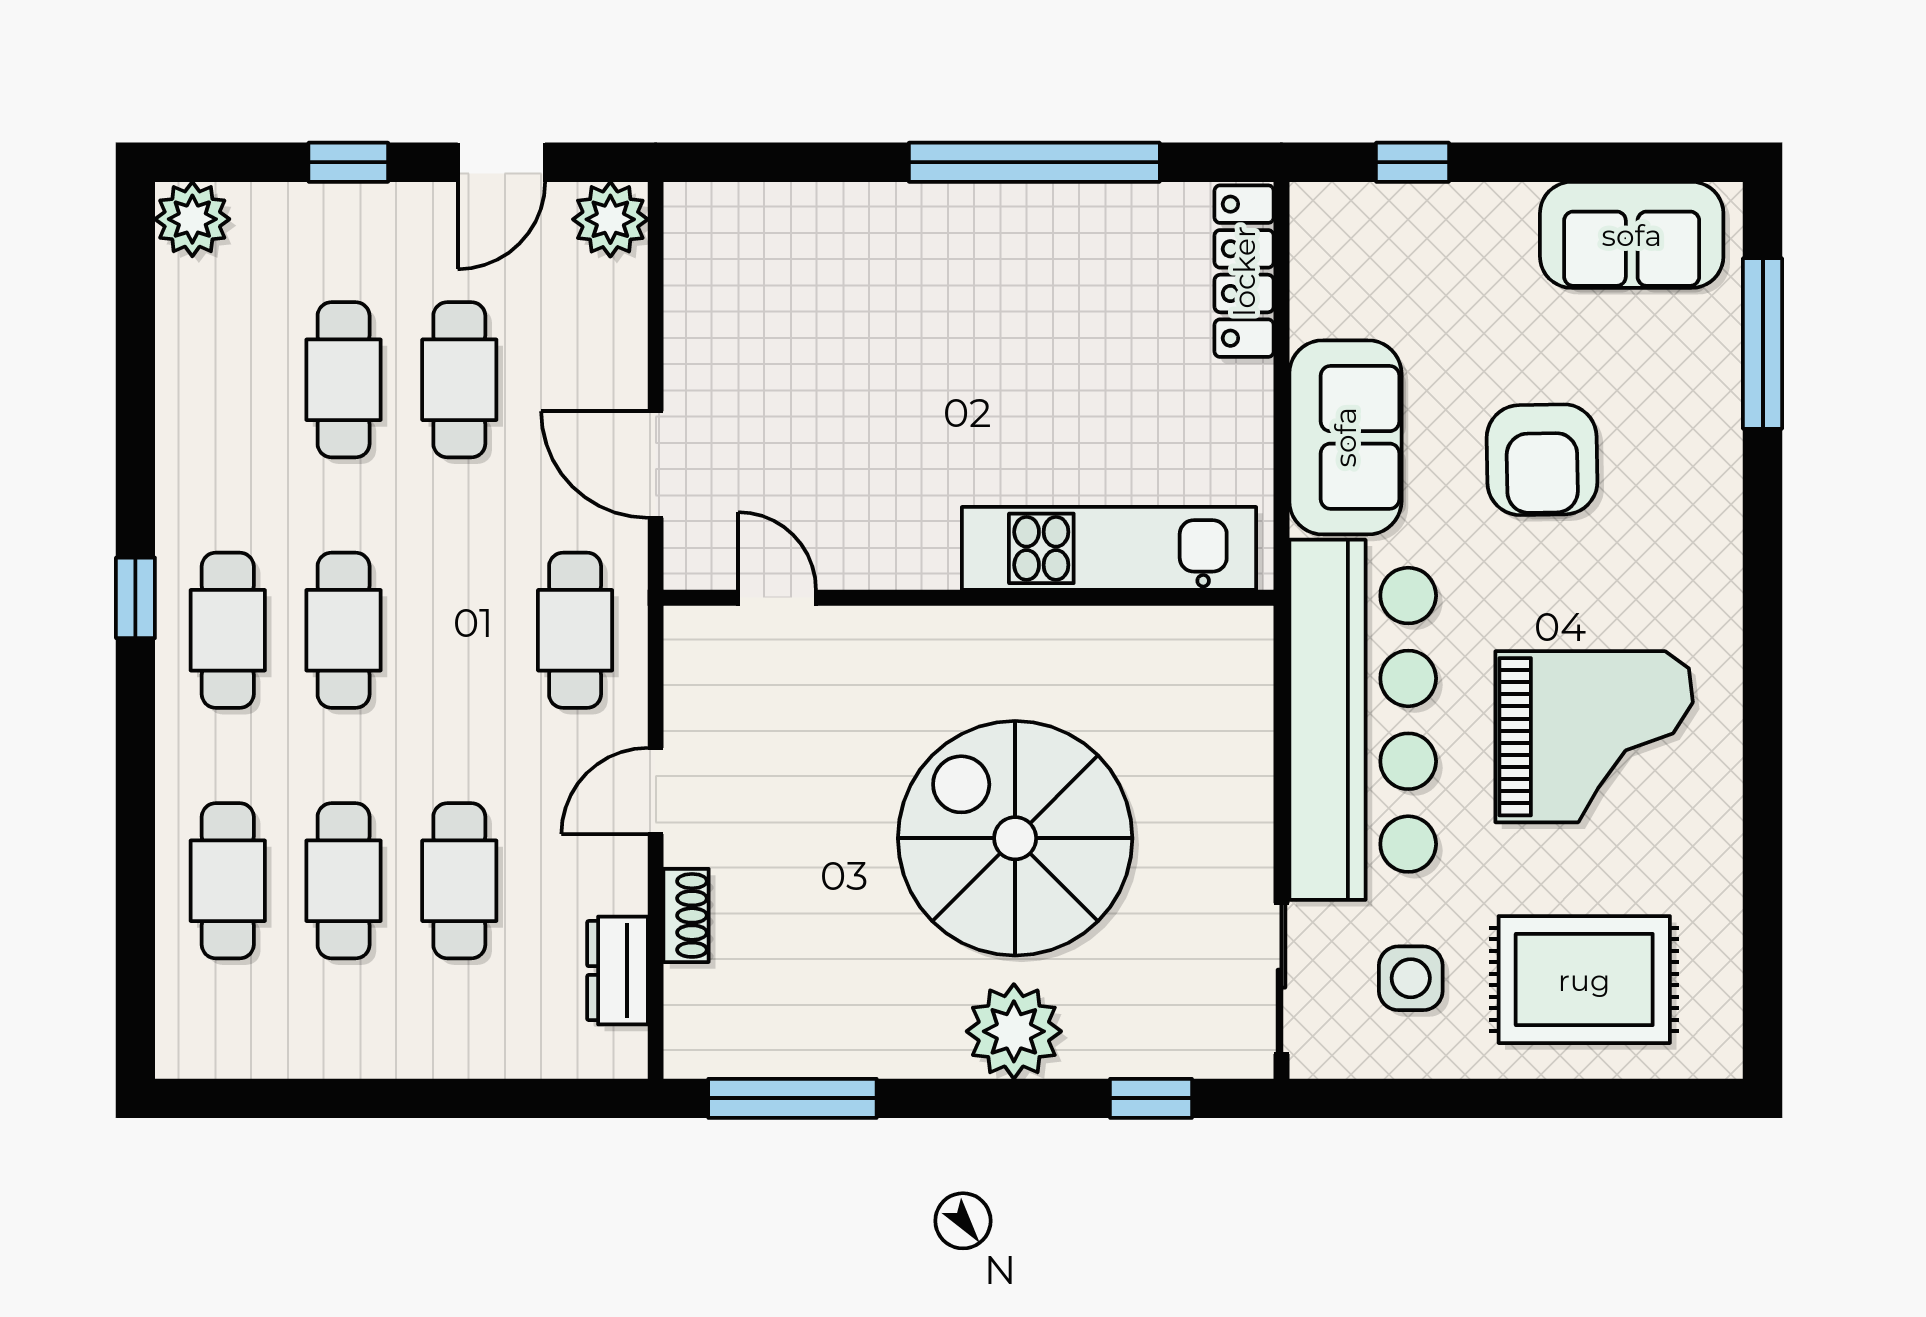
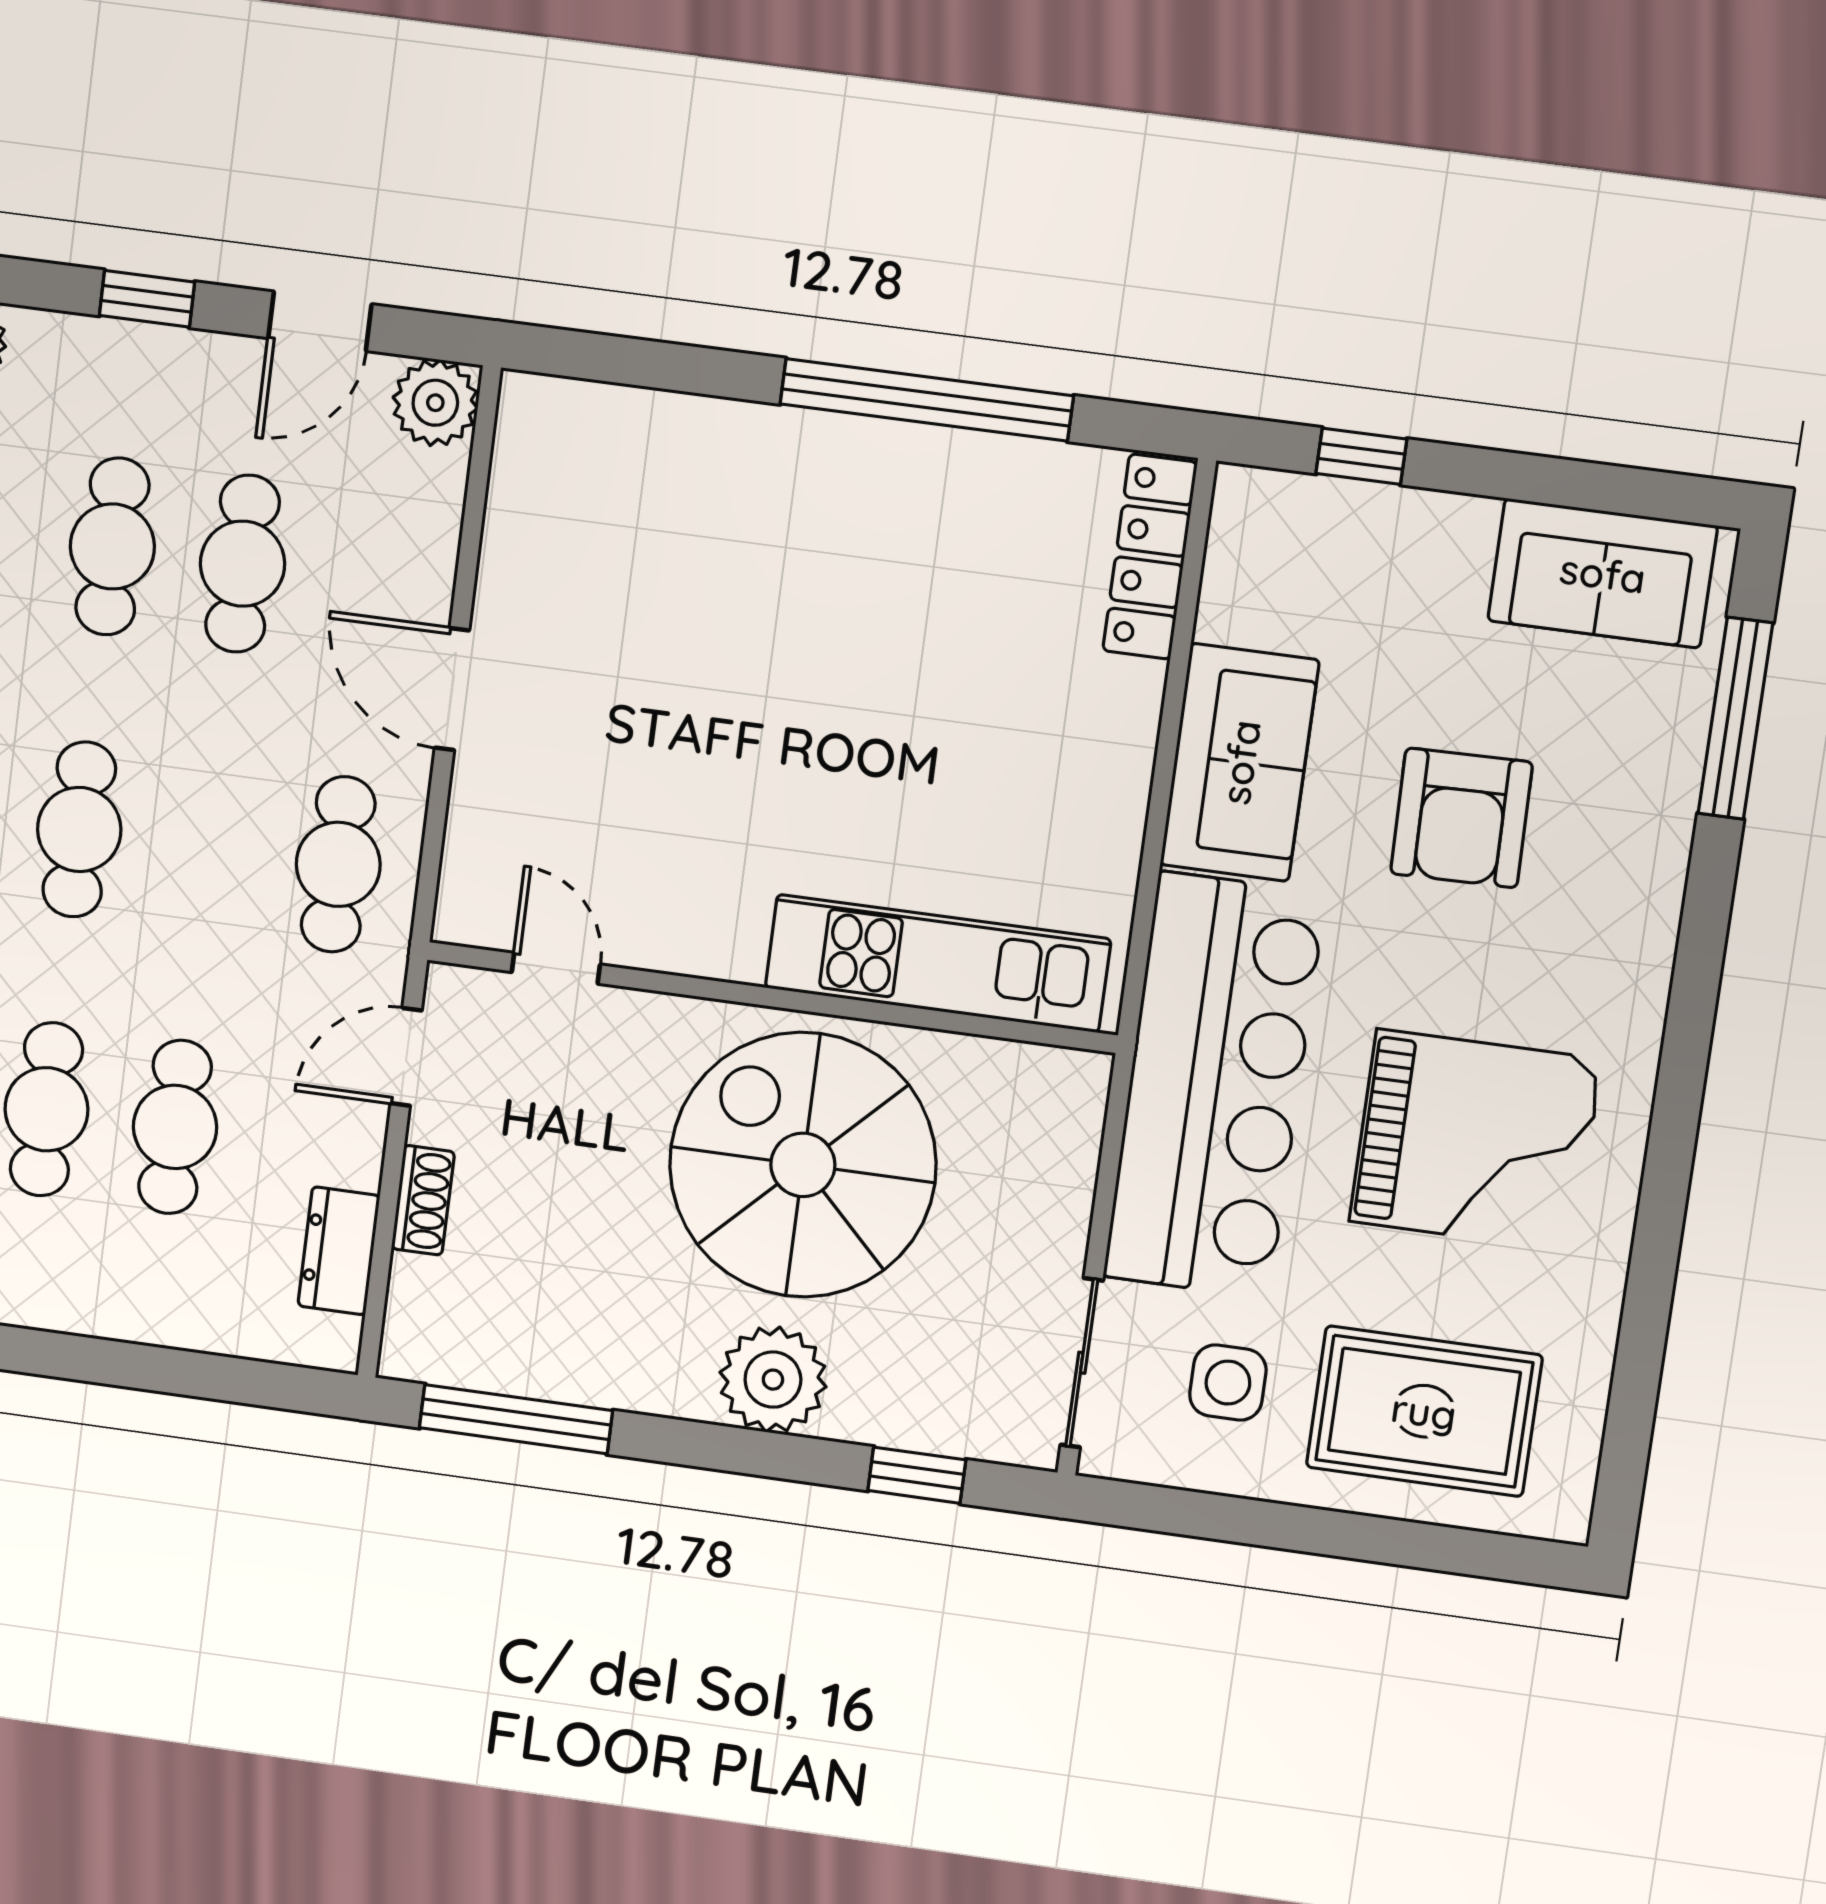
kitchen unit: (1109, 548) -> (938, 963), moved
door: (777, 598) -> (556, 968), moved
wall: (969, 598) -> (772, 997), moved

